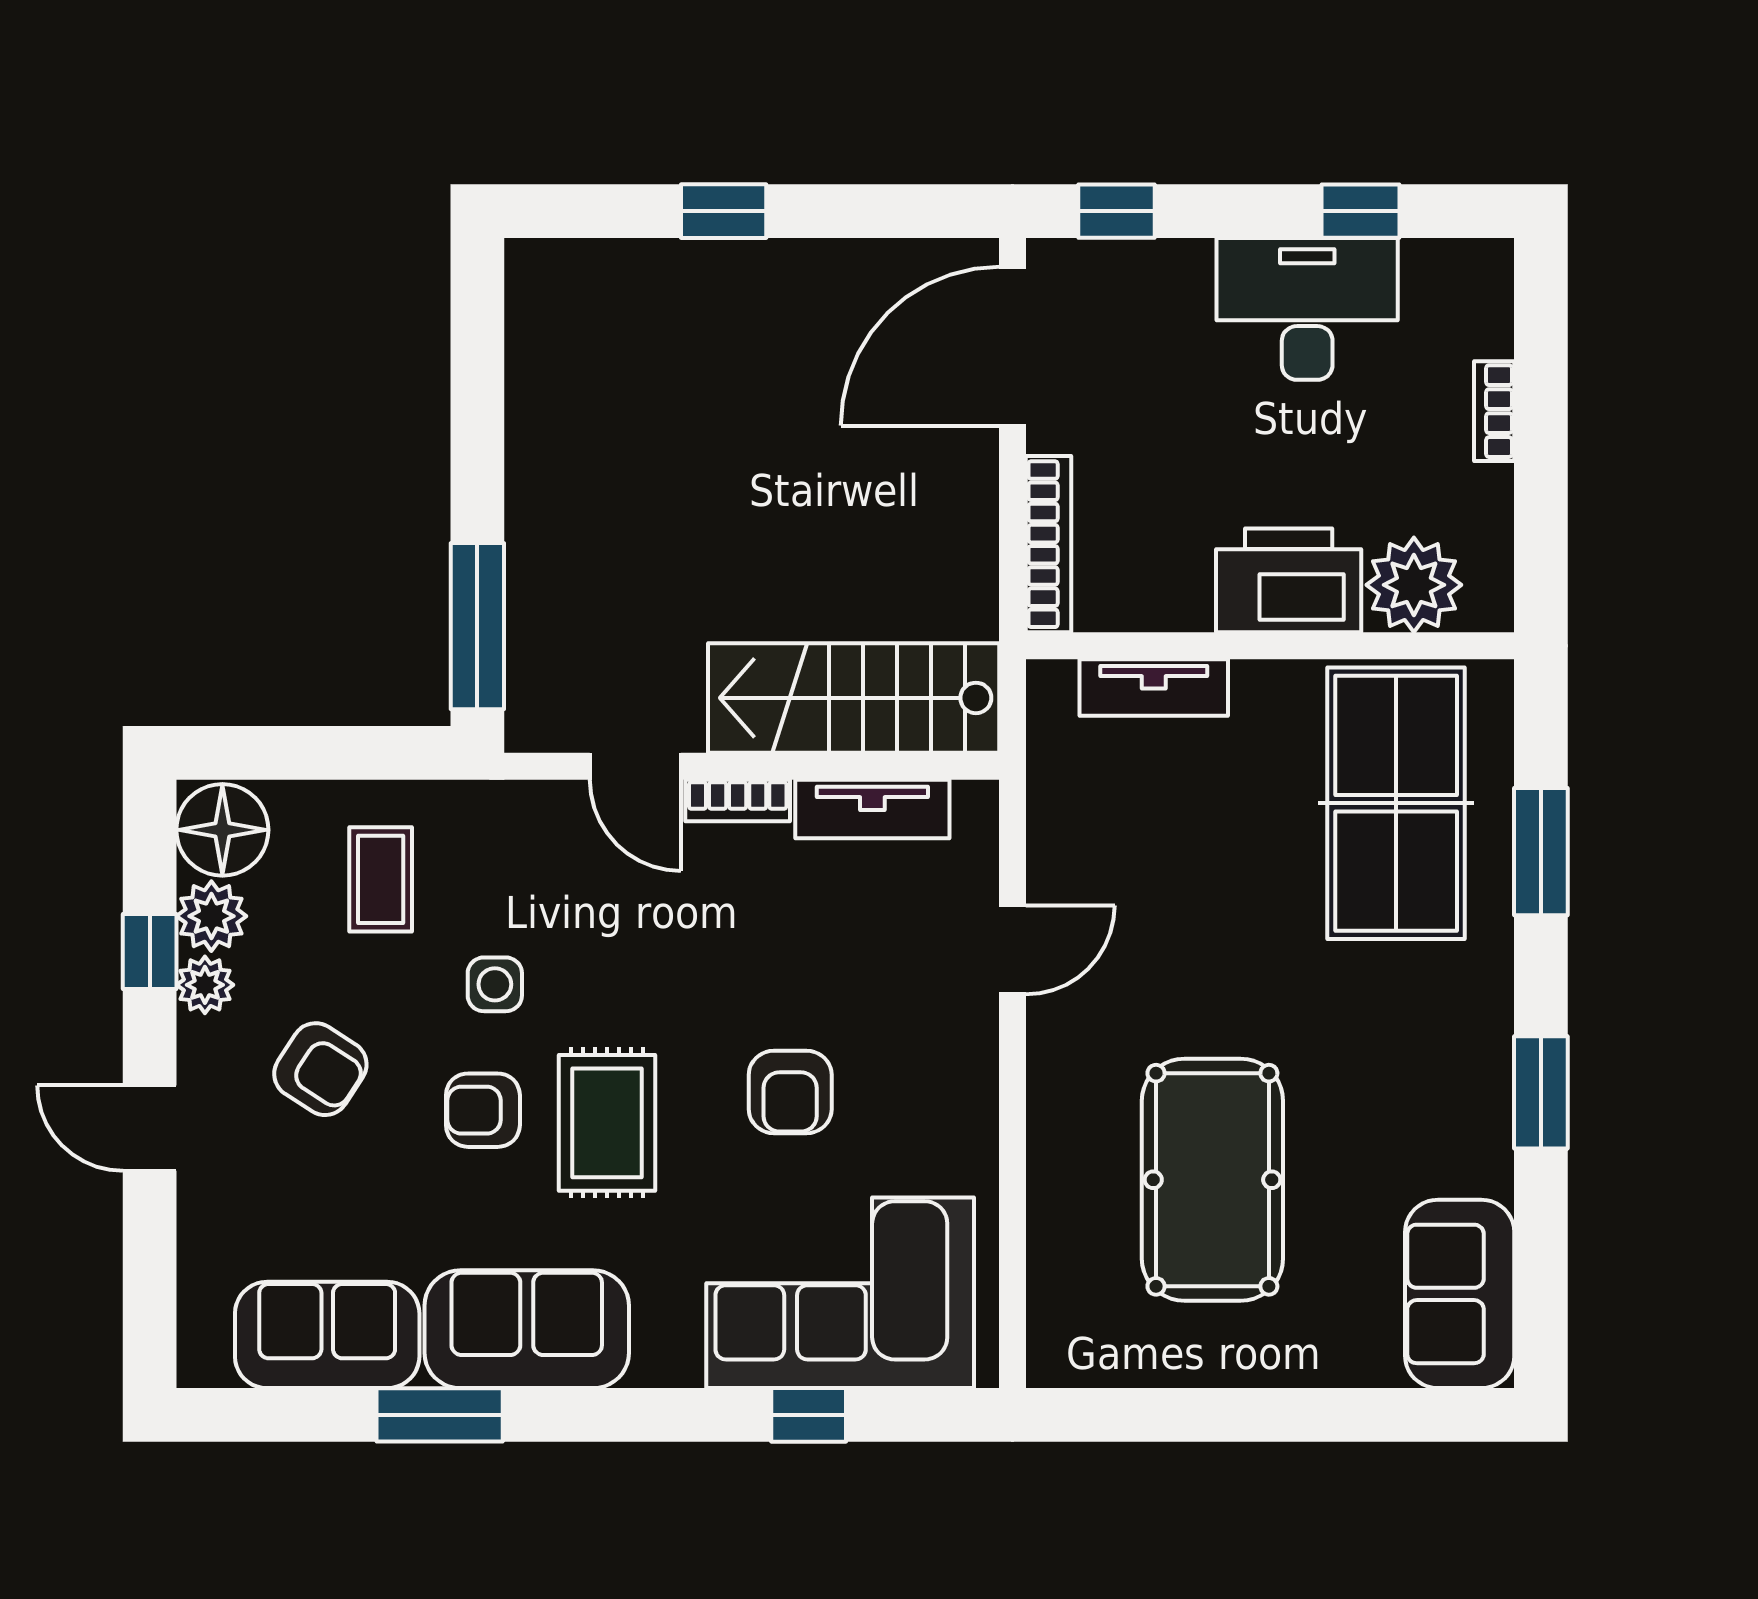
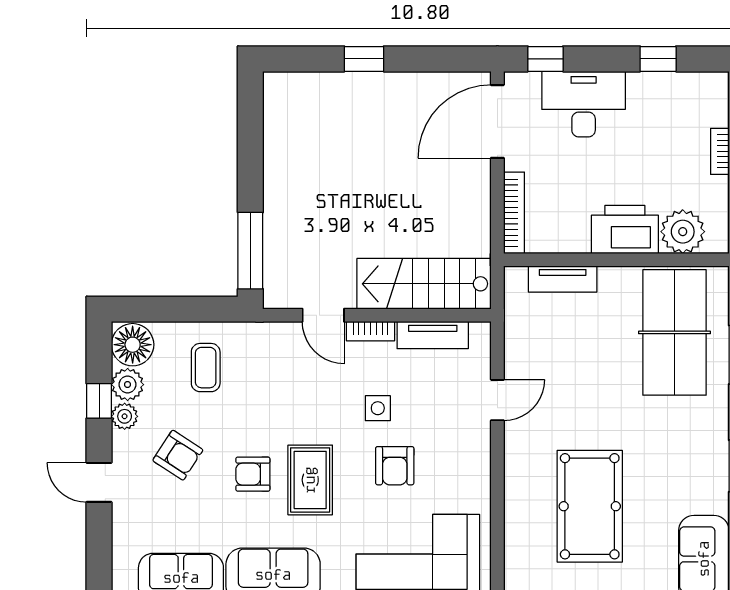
desk: (1307, 309) -> (584, 104), moved
side table: (495, 984) -> (378, 408), moved

